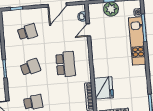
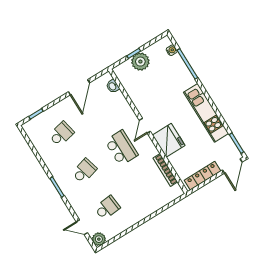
door: (88, 30) -> (145, 126), moved
kitchen unit: (137, 41) -> (206, 113), moved
fridge: (104, 88) -> (169, 140), moved

